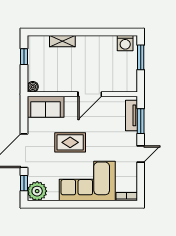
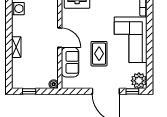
shelving: (62, 41) -> (16, 47), moved
sofa: (46, 107) -> (70, 62), moved

